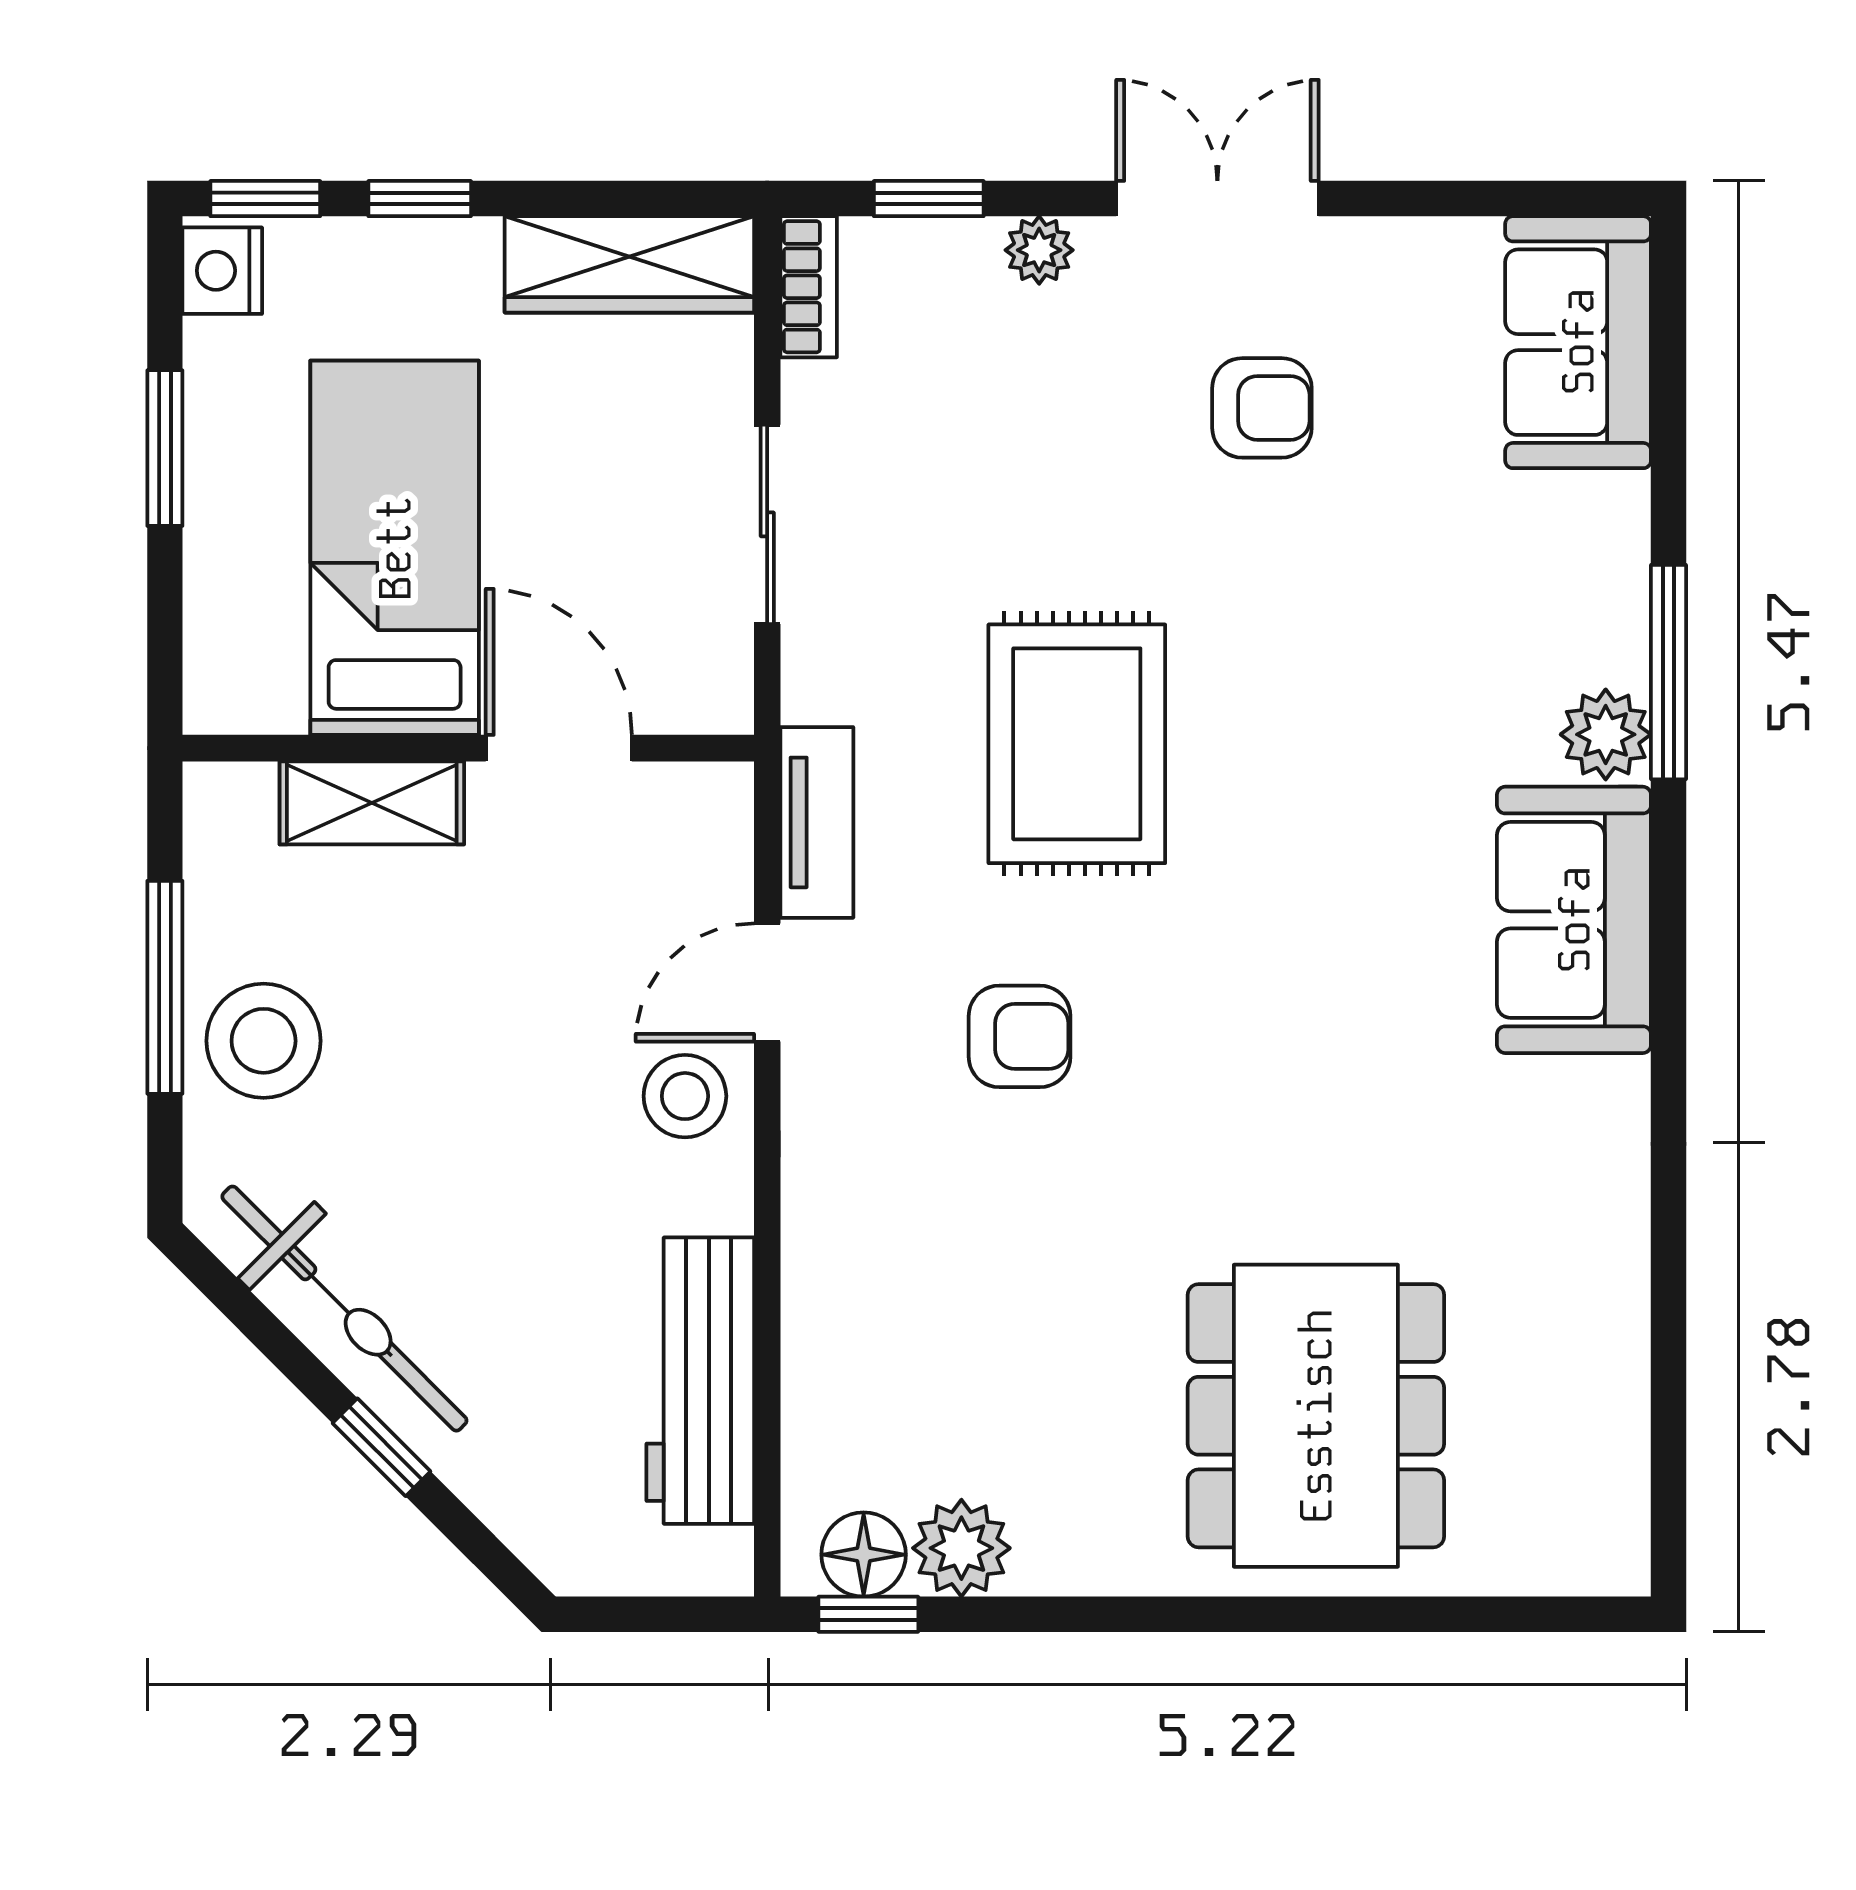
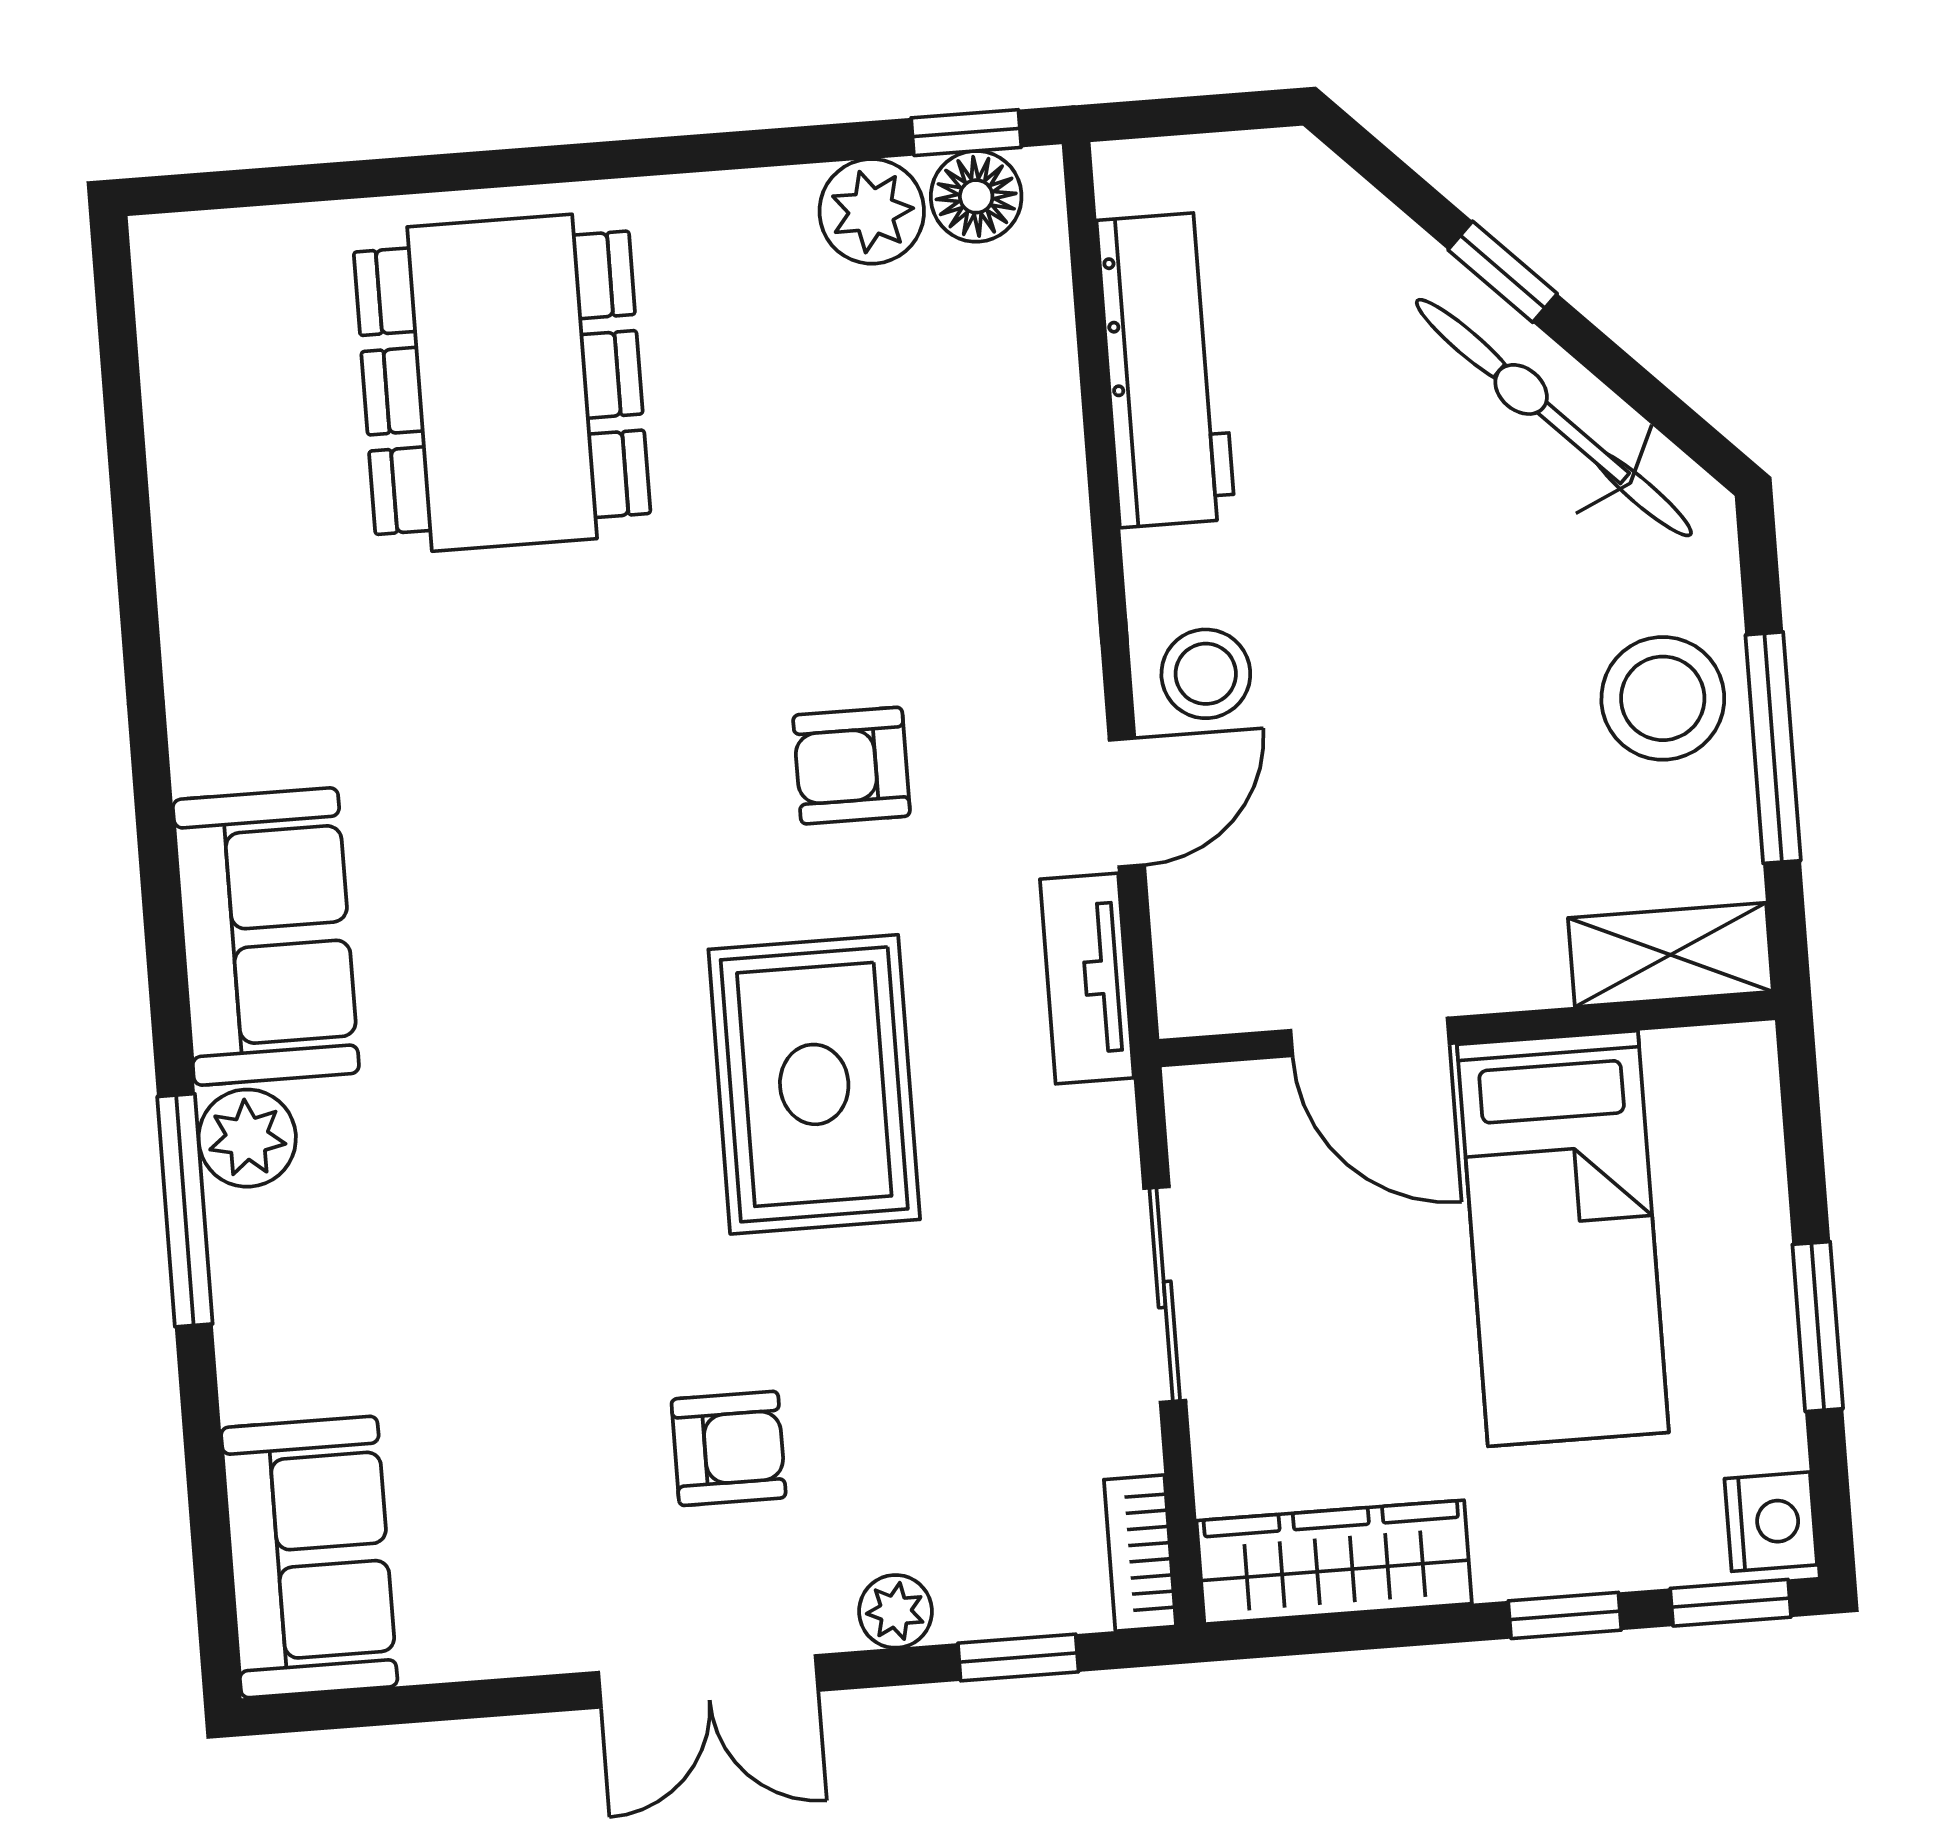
armchair: (1262, 408) -> (729, 1448), moved, turned 180
shelving: (372, 803) -> (1670, 955), moved

